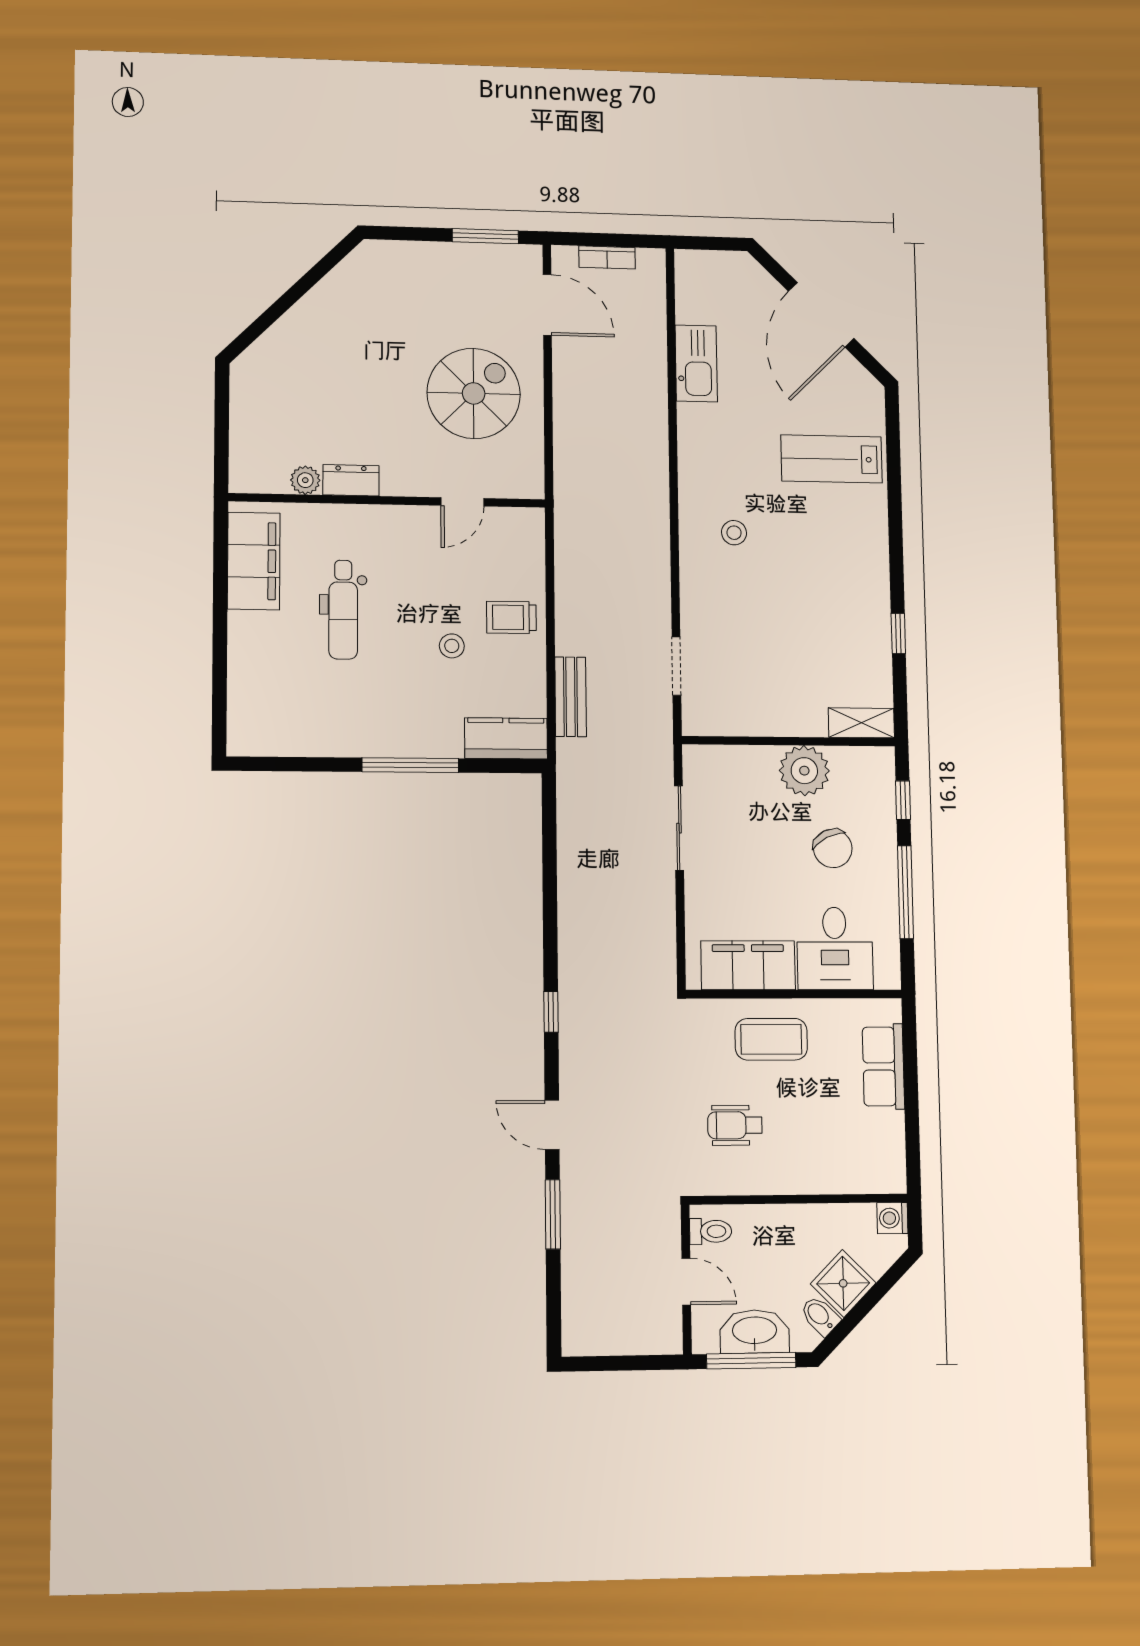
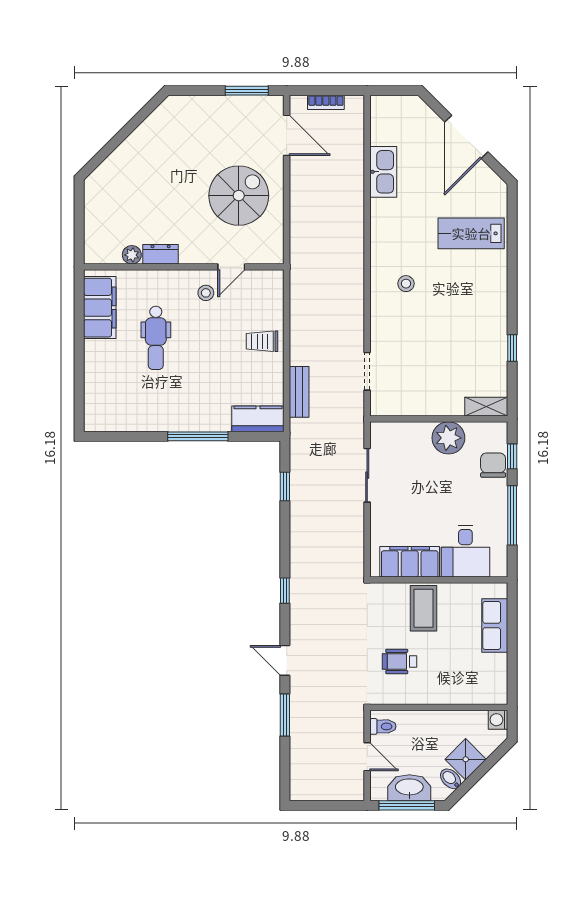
stool: (452, 646) -> (206, 293), moved
window: (549, 845) -> (285, 487), added
chair: (833, 848) -> (493, 465), moved, turned -153
coffee table: (771, 1039) -> (423, 608), turned 90

